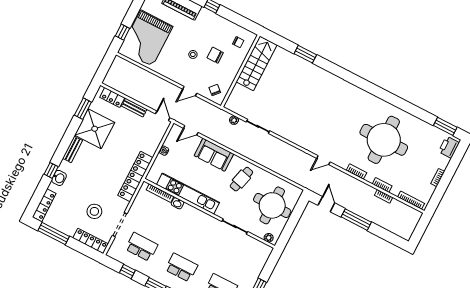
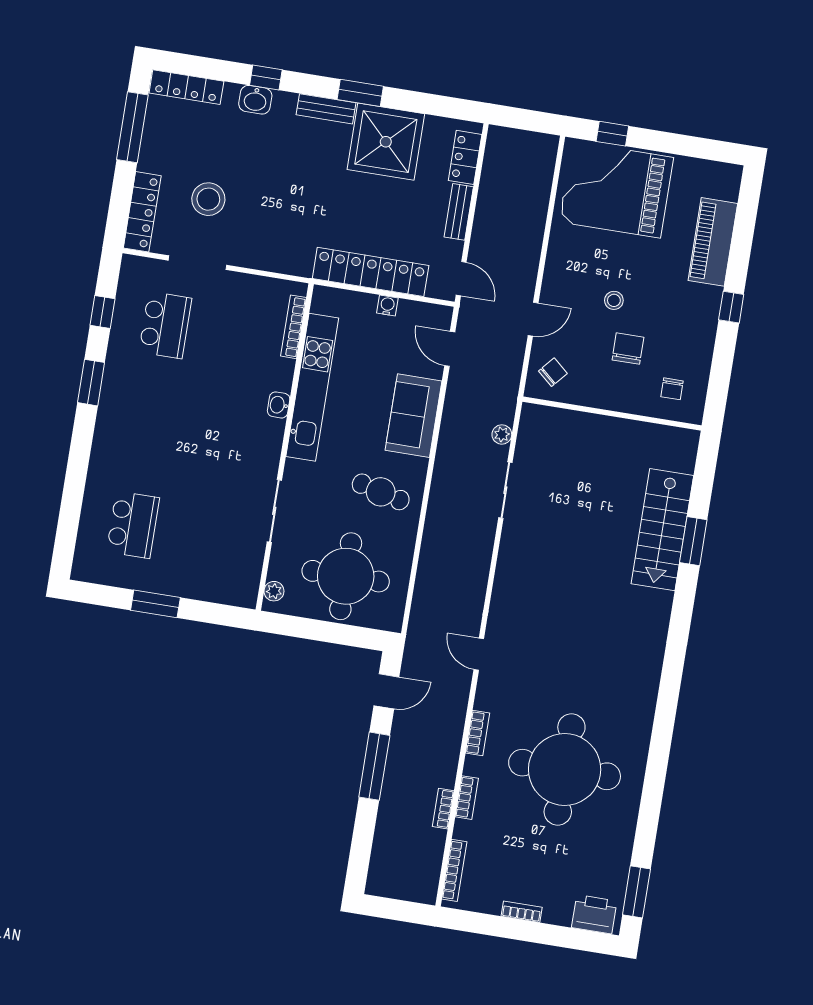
stairs: (257, 63) -> (662, 530), moved, turned 90
door: (190, 91) -> (533, 319), swing flipped
window: (83, 109) -> (360, 93), moved
door: (163, 116) -> (461, 279), hinge flipped
locker: (135, 176) -> (371, 272), moved
washbasin: (177, 203) -> (279, 405), moved
school desk: (181, 267) -> (149, 425), removed

